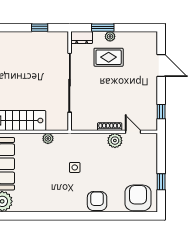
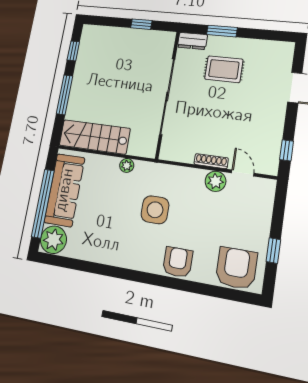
plant: (110, 36) -> (230, 43), removed
side table: (75, 167) -> (155, 210), width x1.87, depth x1.87

